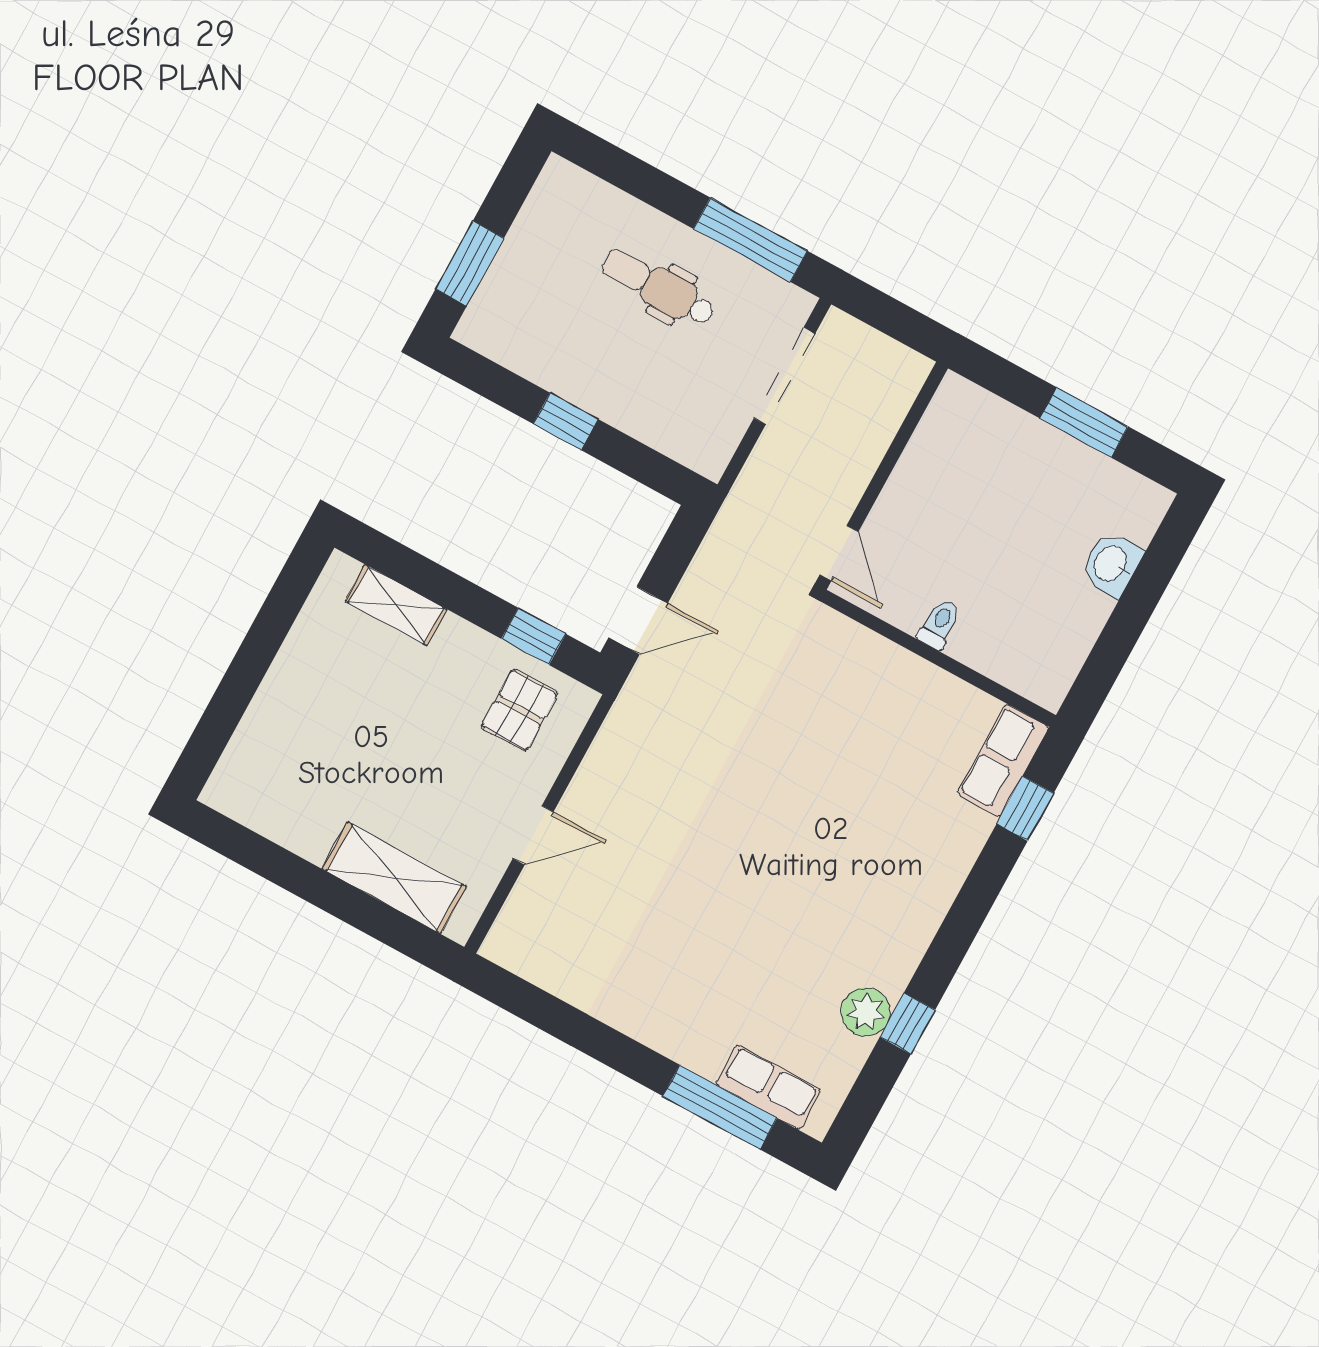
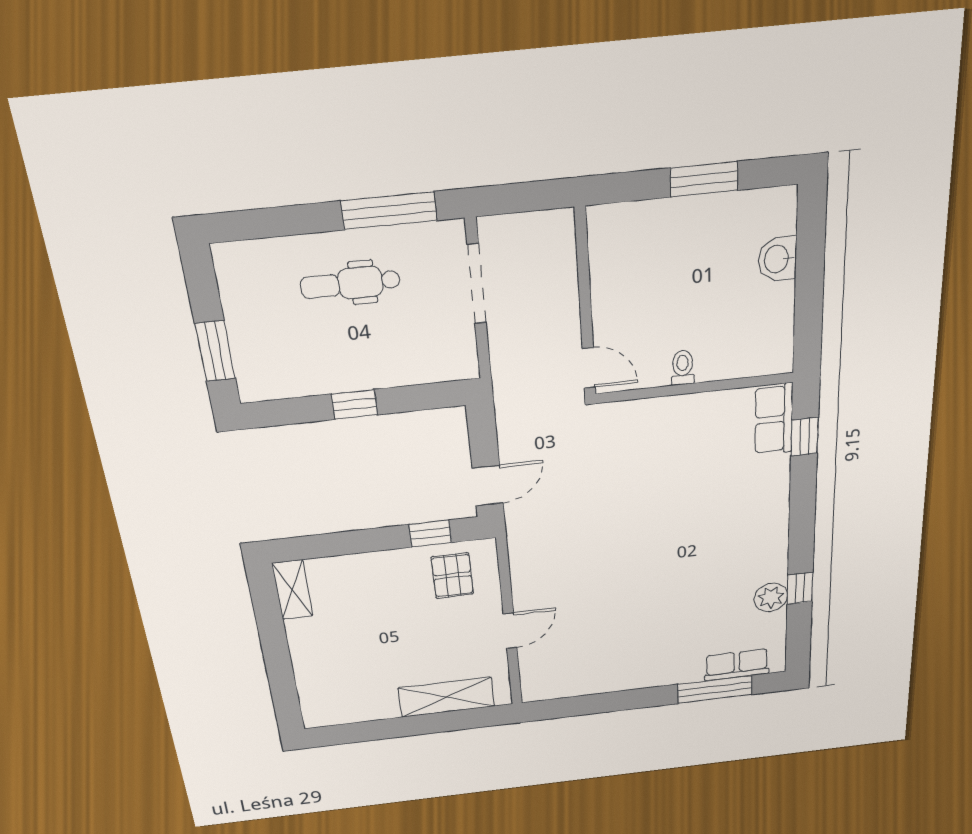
shelving: (396, 605) -> (292, 590), moved, turned 90

